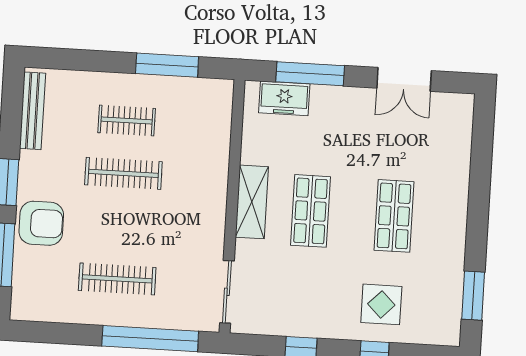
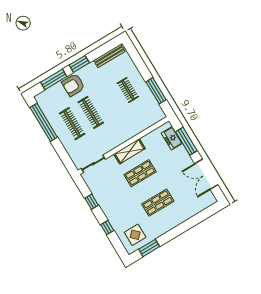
double door: (404, 79) -> (206, 174), width x1.37
clothes rail: (123, 173) -> (91, 112), moved
armchair: (41, 223) -> (73, 85), turned 90
display table: (381, 304) -> (135, 235), moved
window: (150, 339) -> (44, 122), moved

